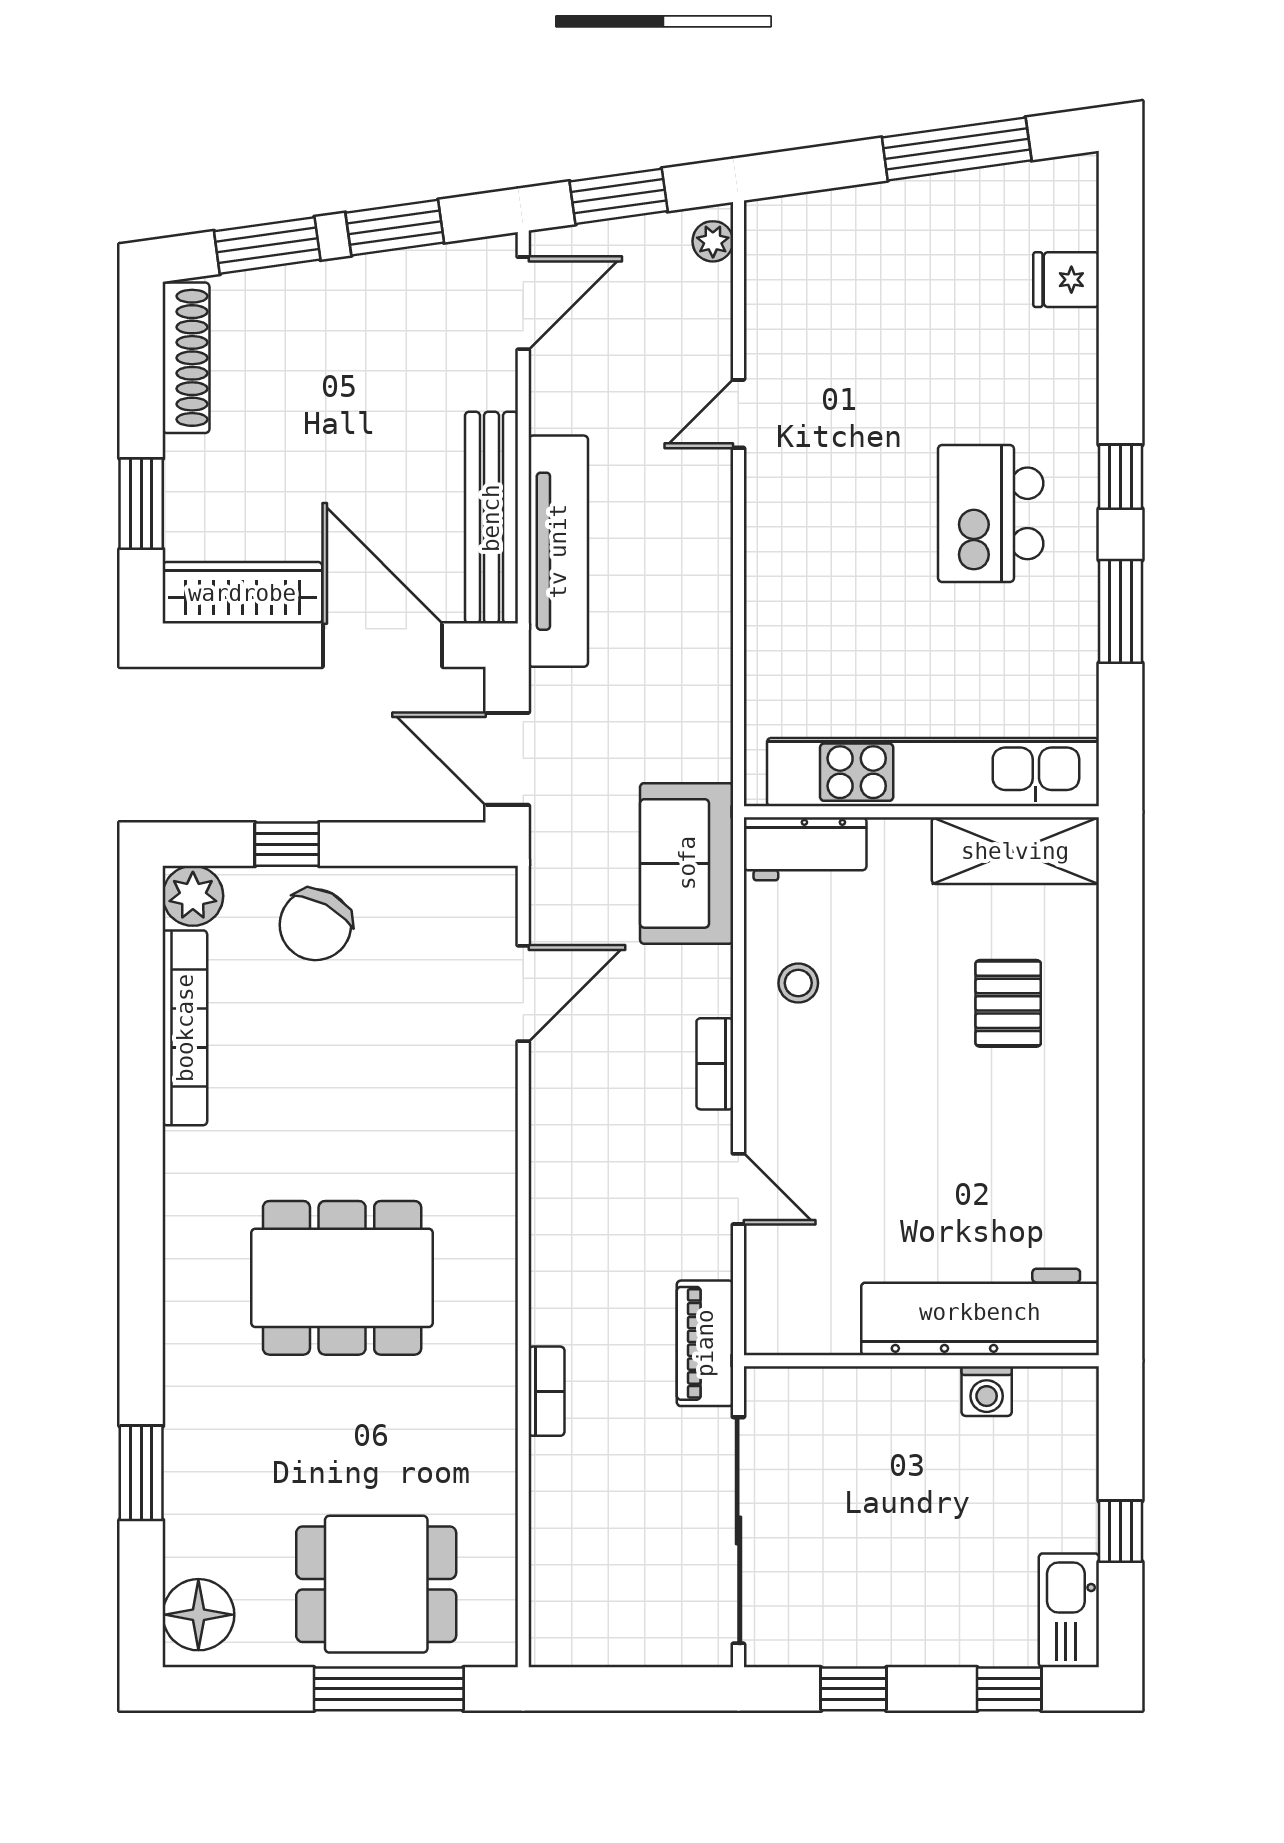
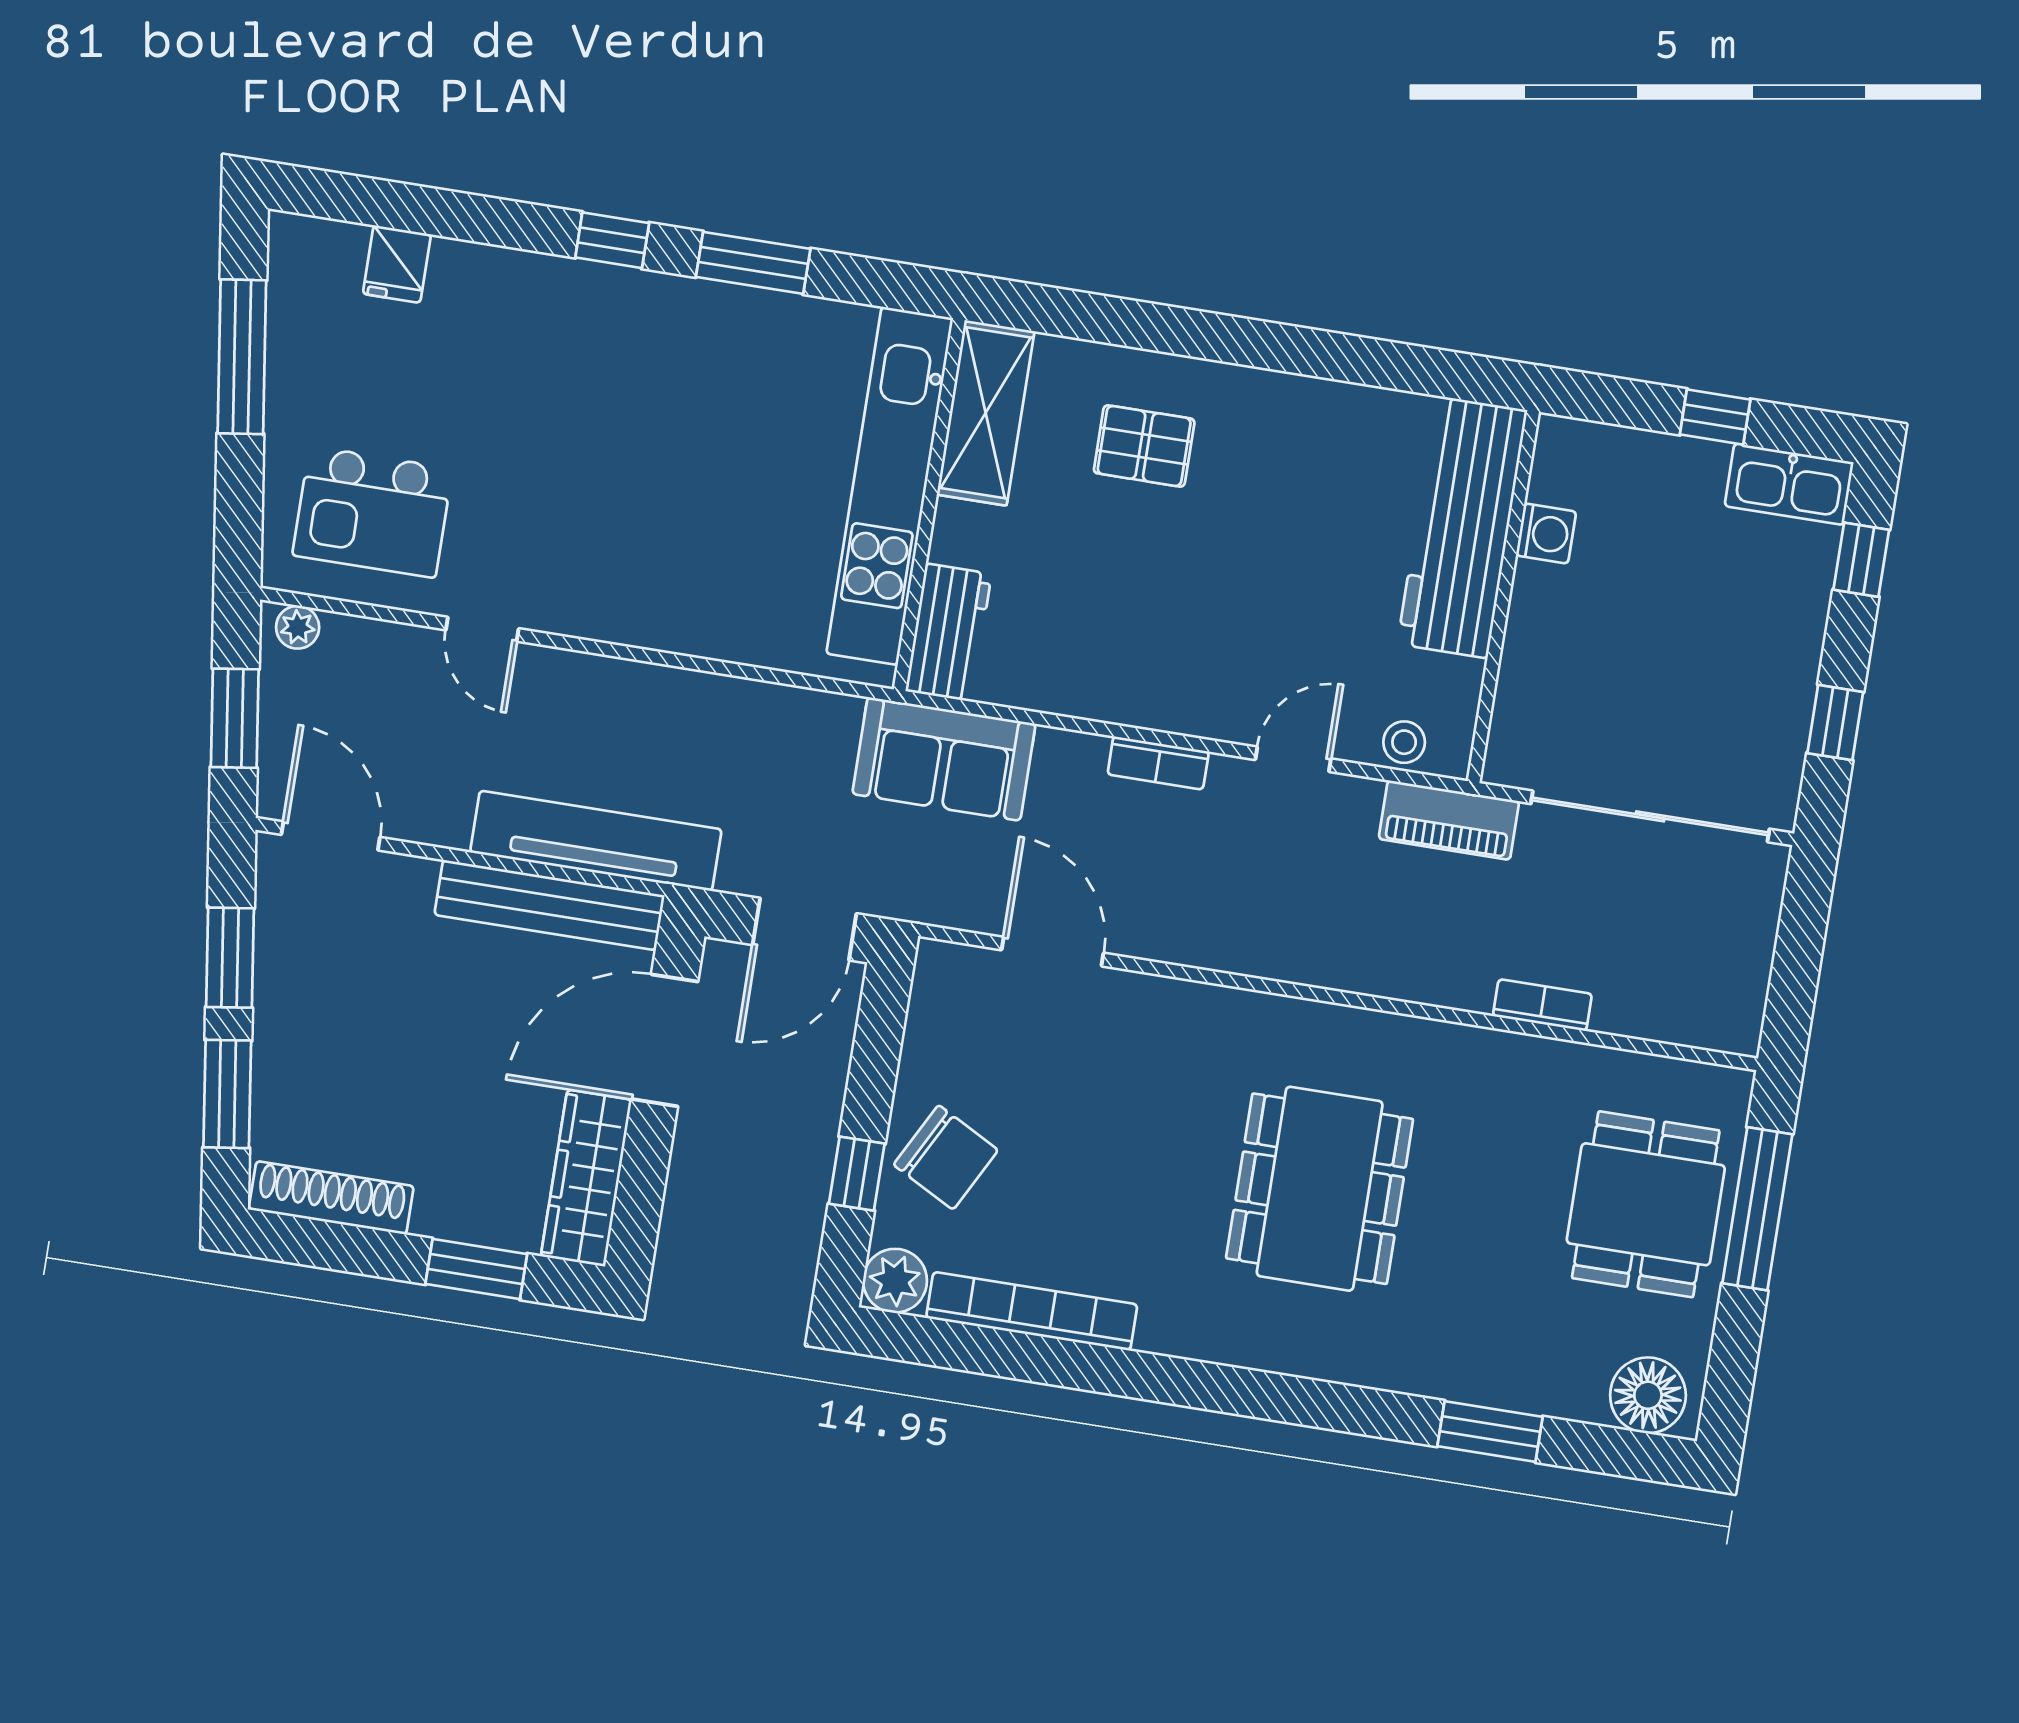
kitchen island: (991, 513) -> (372, 512), moved
stool: (798, 983) -> (1404, 742), moved
bookcase: (546, 1391) -> (1542, 1005), moved

